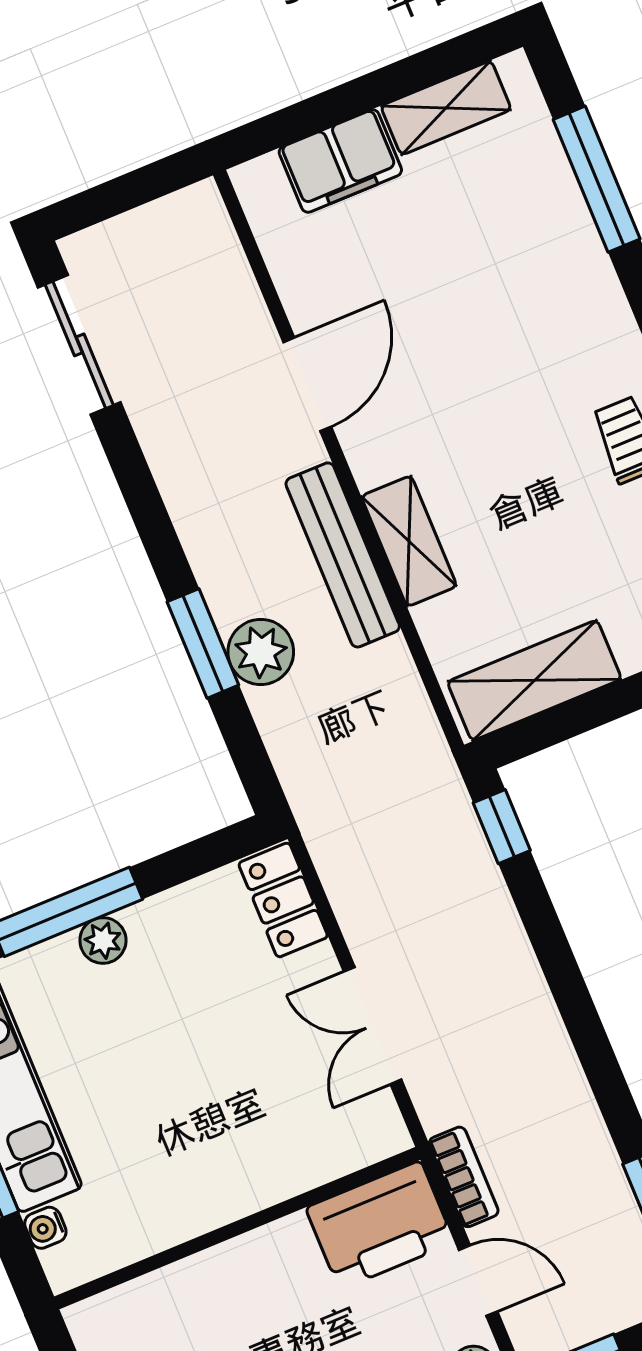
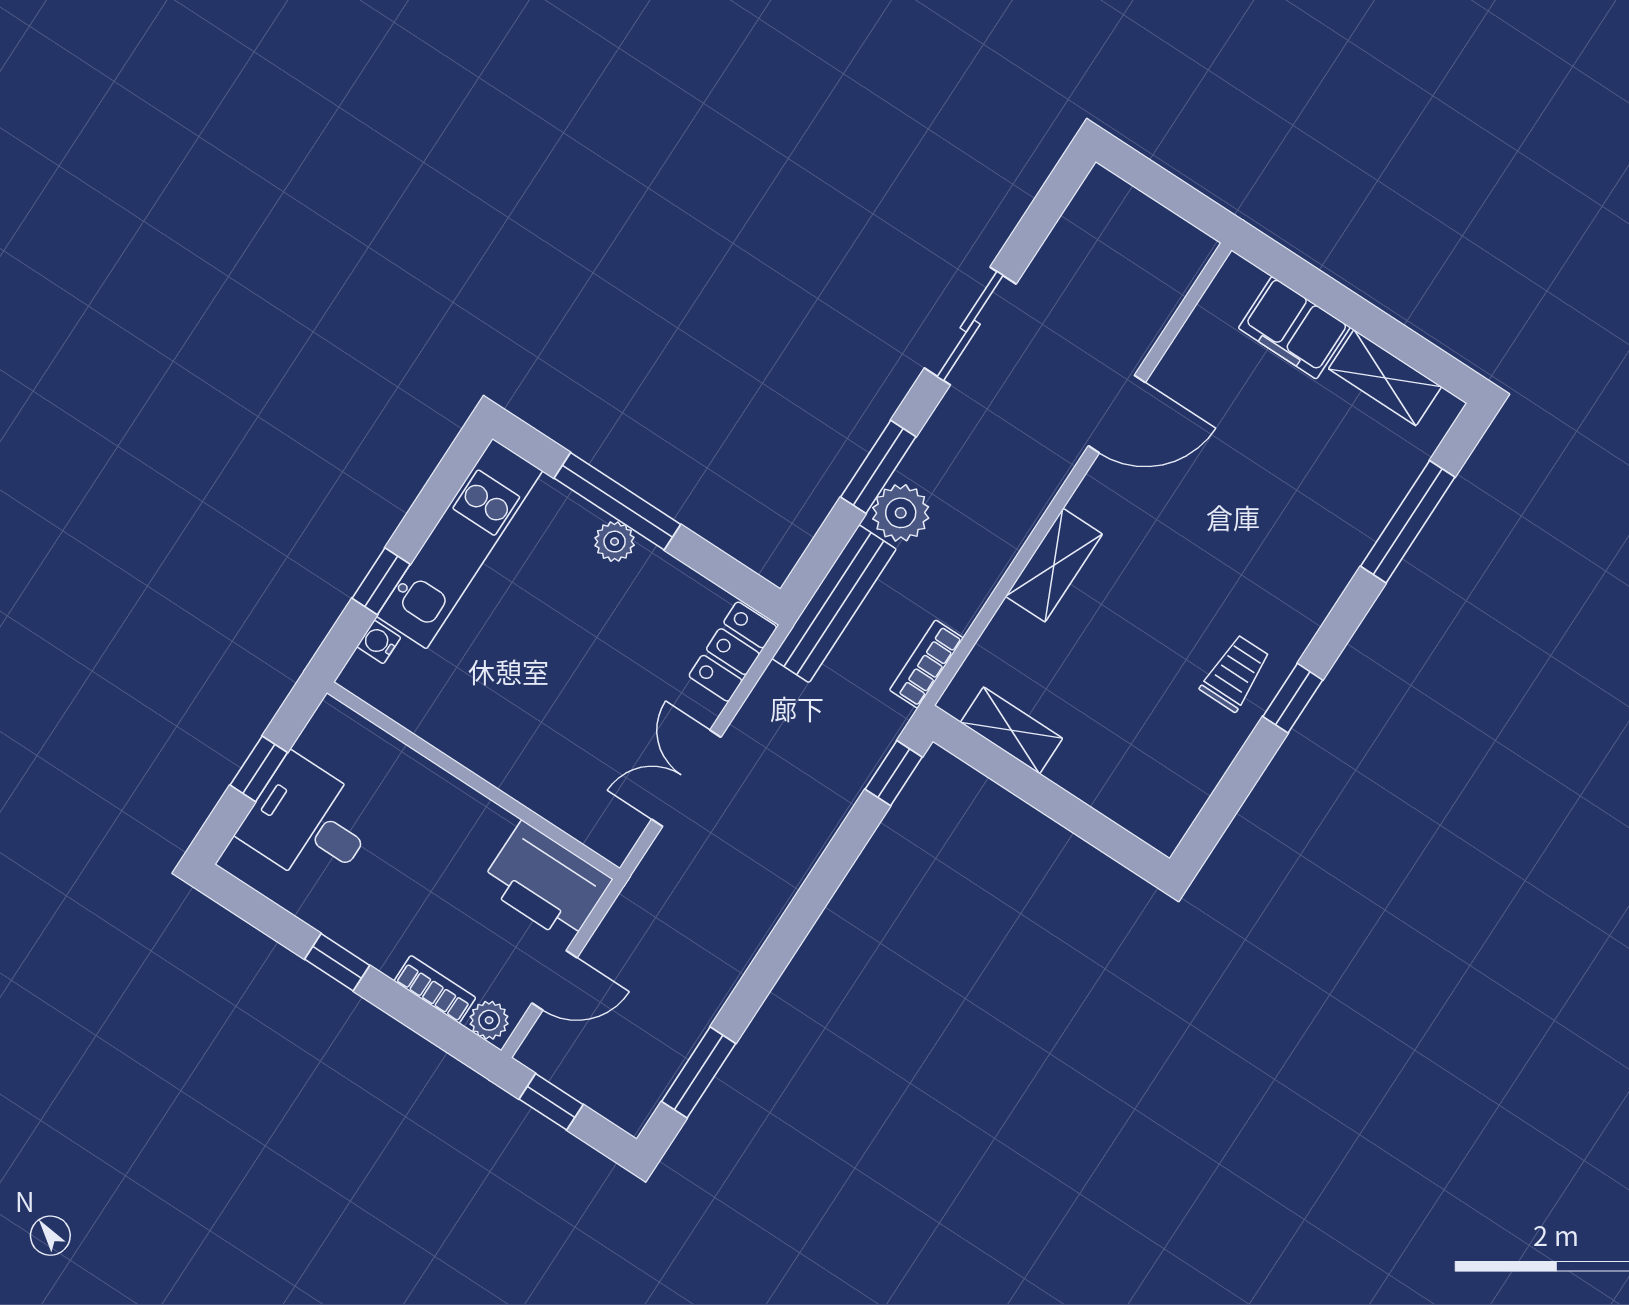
sliding door: (79, 345) -> (970, 326), moved
bench: (343, 555) -> (834, 604), moved
shelving: (534, 680) -> (1011, 730), width x0.67, depth x0.75
bookcase: (464, 1177) -> (927, 664), moved, turned 180
door: (478, 1281) -> (555, 980), hinge flipped

